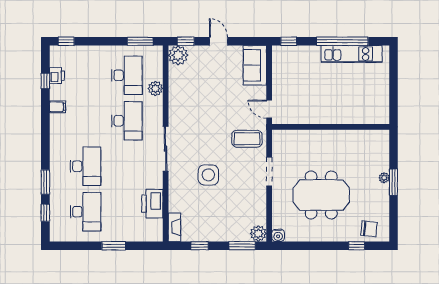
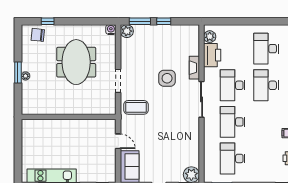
plant: (155, 88) -> (210, 37), moved
door: (269, 109) -> (118, 141), moved
desk: (127, 166) -> (233, 85), added
meeting table: (321, 195) -> (76, 62), turned 90
fireplace: (174, 227) -> (194, 68), moved
window: (114, 246) -> (243, 21), removed
window: (200, 246) -> (164, 21), moved

